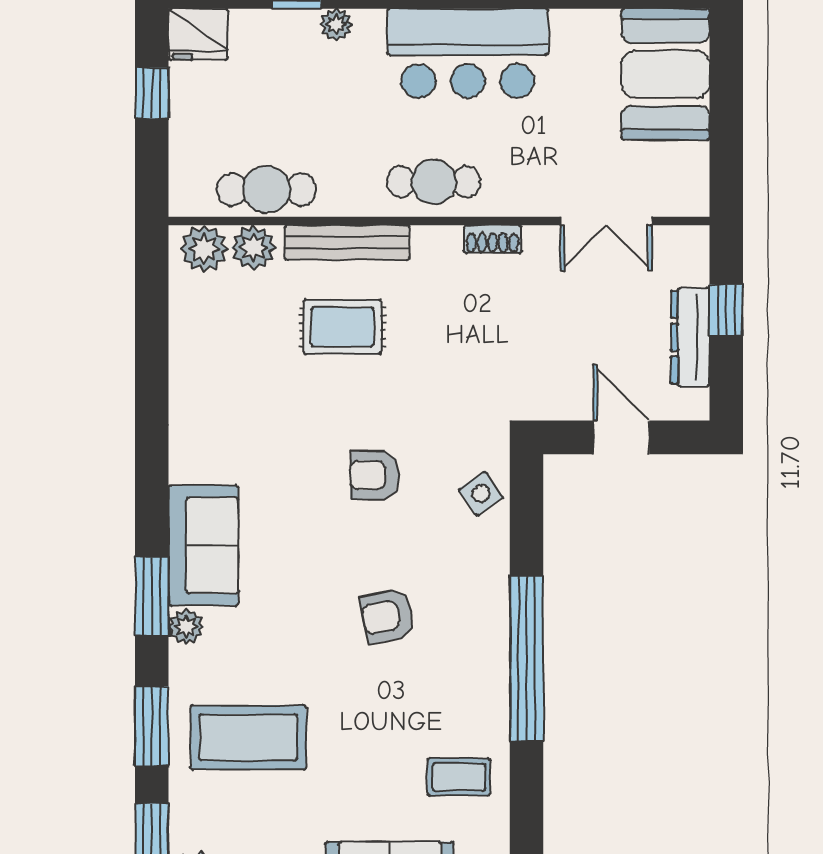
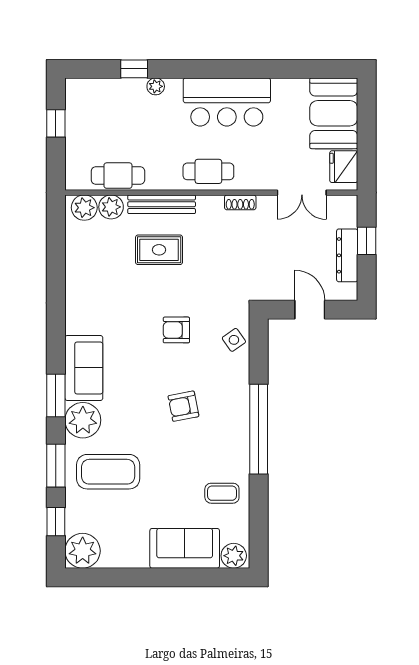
fridge: (198, 34) -> (344, 167), moved, turned 90
plant: (186, 627) -> (83, 420), width x1.88, depth x1.88

